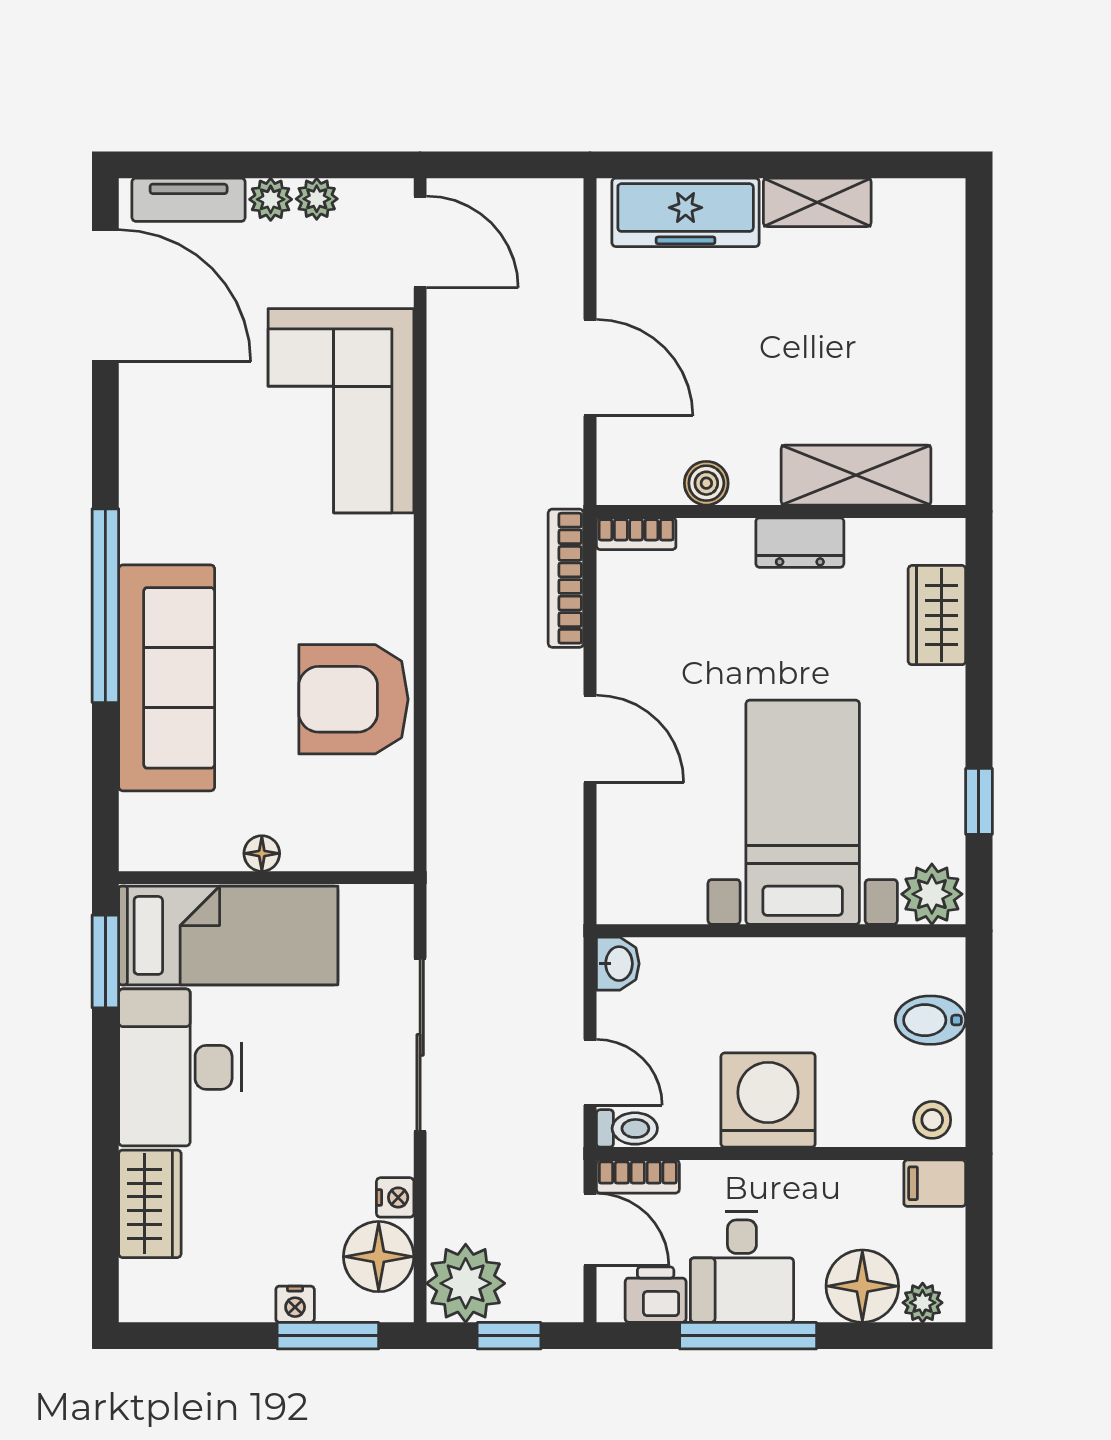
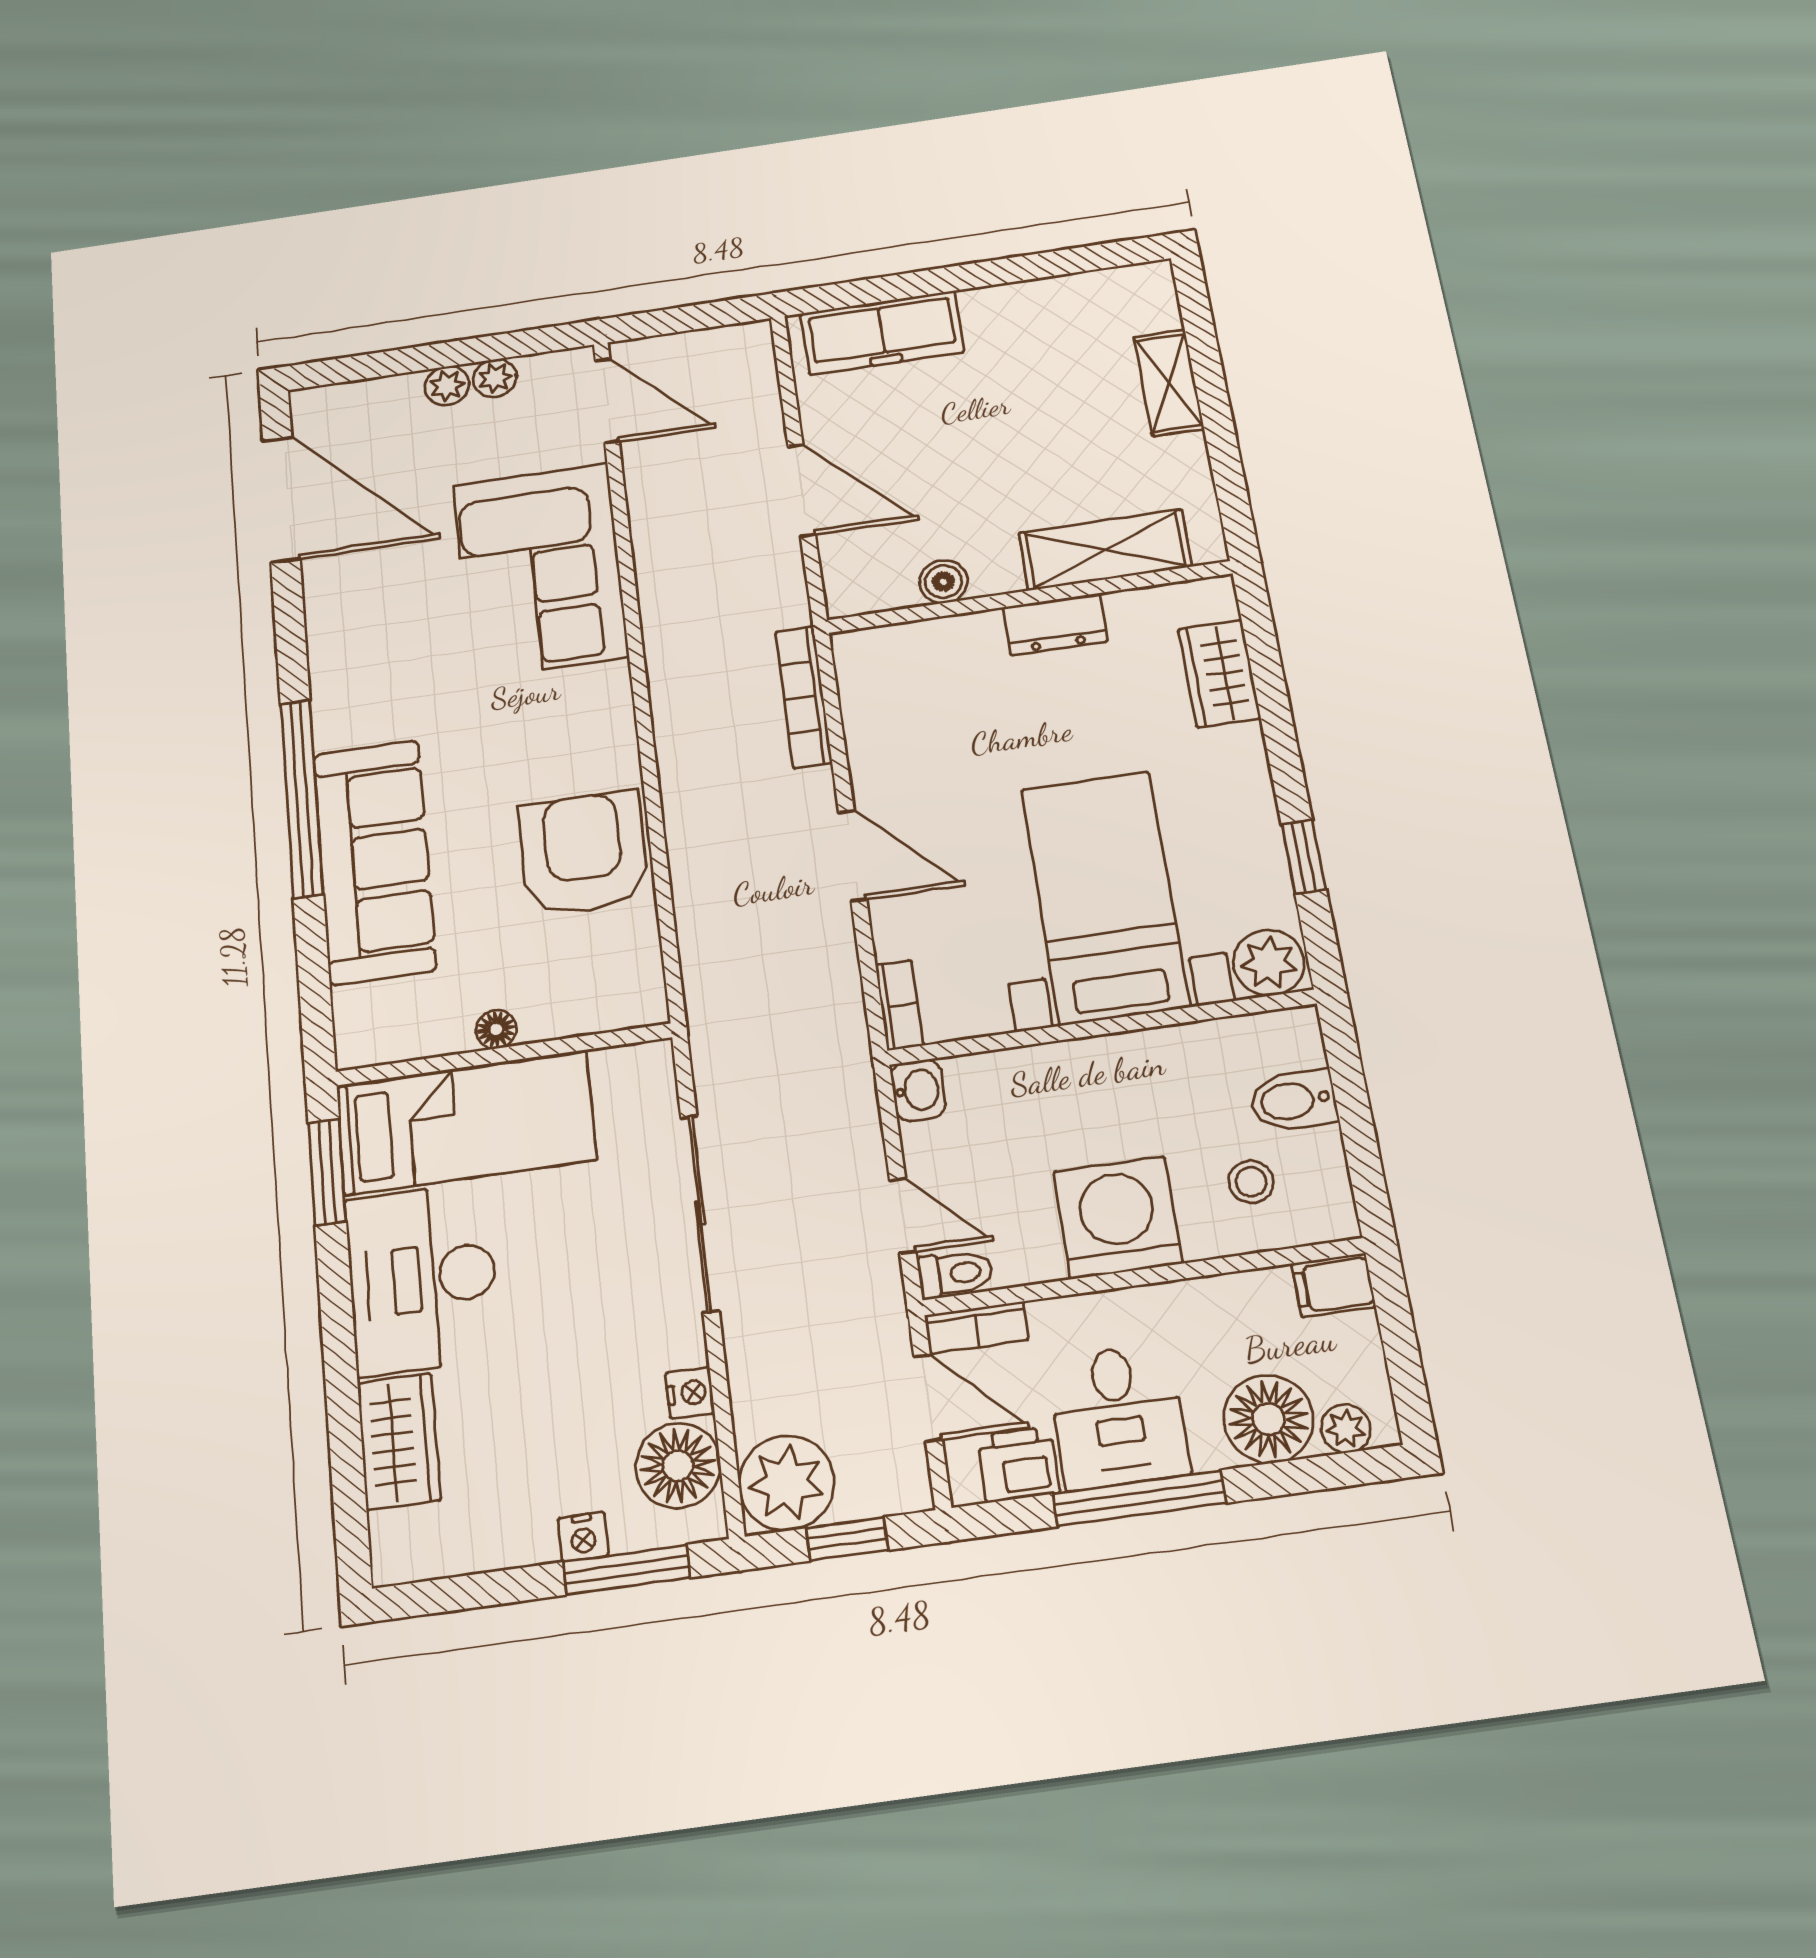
tv unit: (189, 200) -> (362, 399), removed
shelving: (817, 202) -> (1169, 383), moved, turned 90
bookcase: (636, 534) -> (899, 1005), moved, turned -90
armchair: (353, 699) -> (583, 853), turned 90
stool: (932, 1120) -> (1251, 1182), moved

